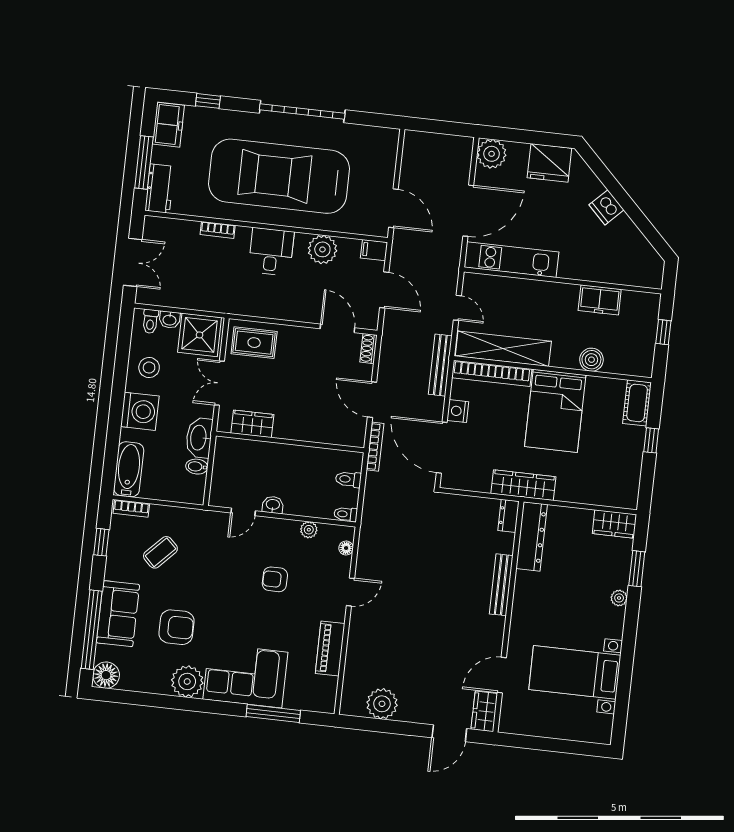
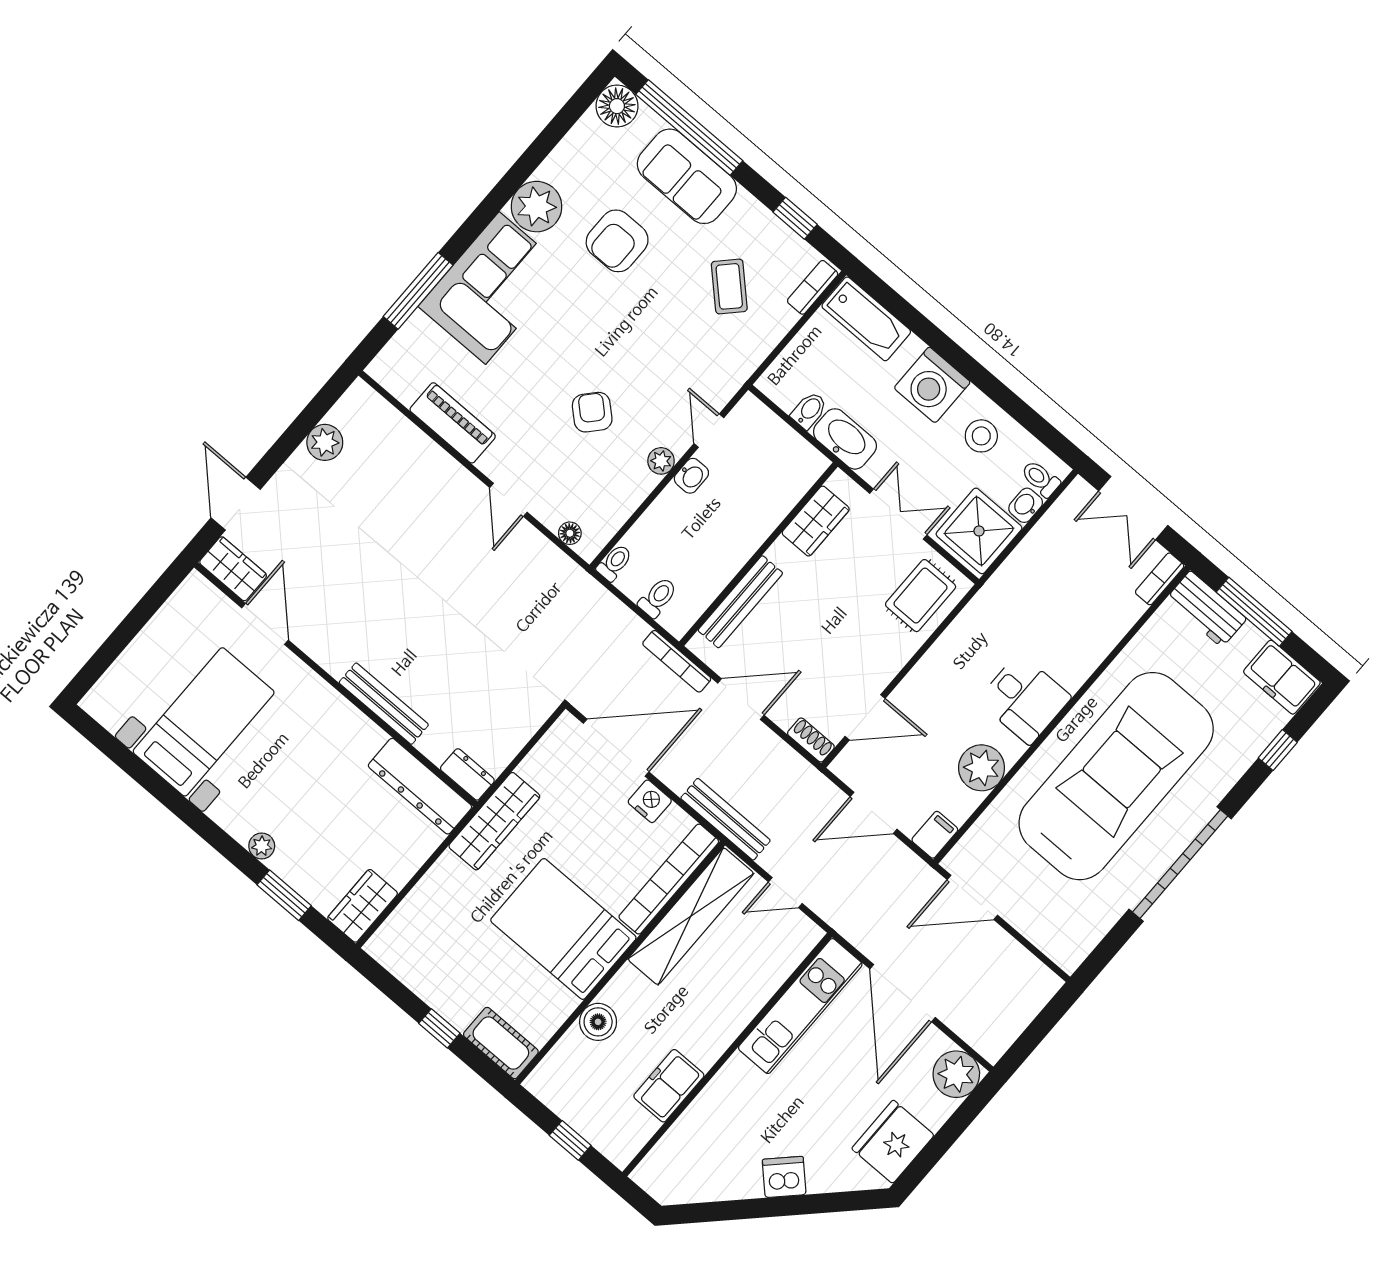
bookcase: (218, 230) -> (1160, 579), moved
bench: (321, 435) -> (740, 602), added
plant: (309, 530) -> (661, 461), moved
armchair: (275, 579) -> (592, 412), turned -48
plant: (382, 704) -> (325, 442), width x0.73, depth x0.73

